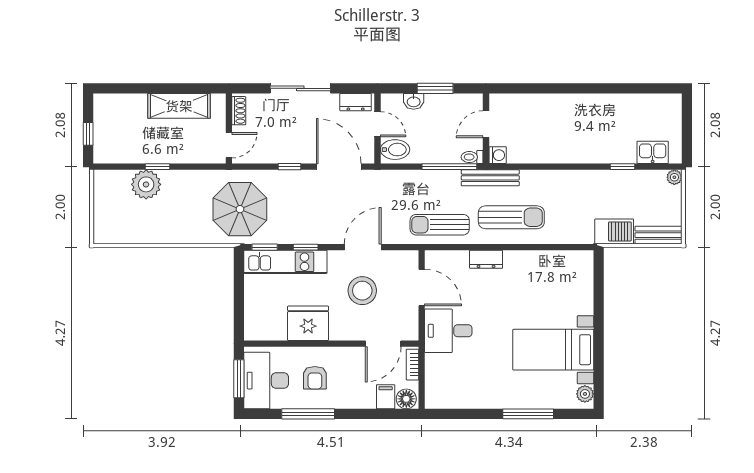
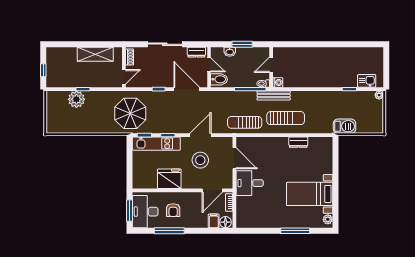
bench: (658, 235) -> (370, 128), removed
dresser: (486, 259) -> (298, 142), moved

